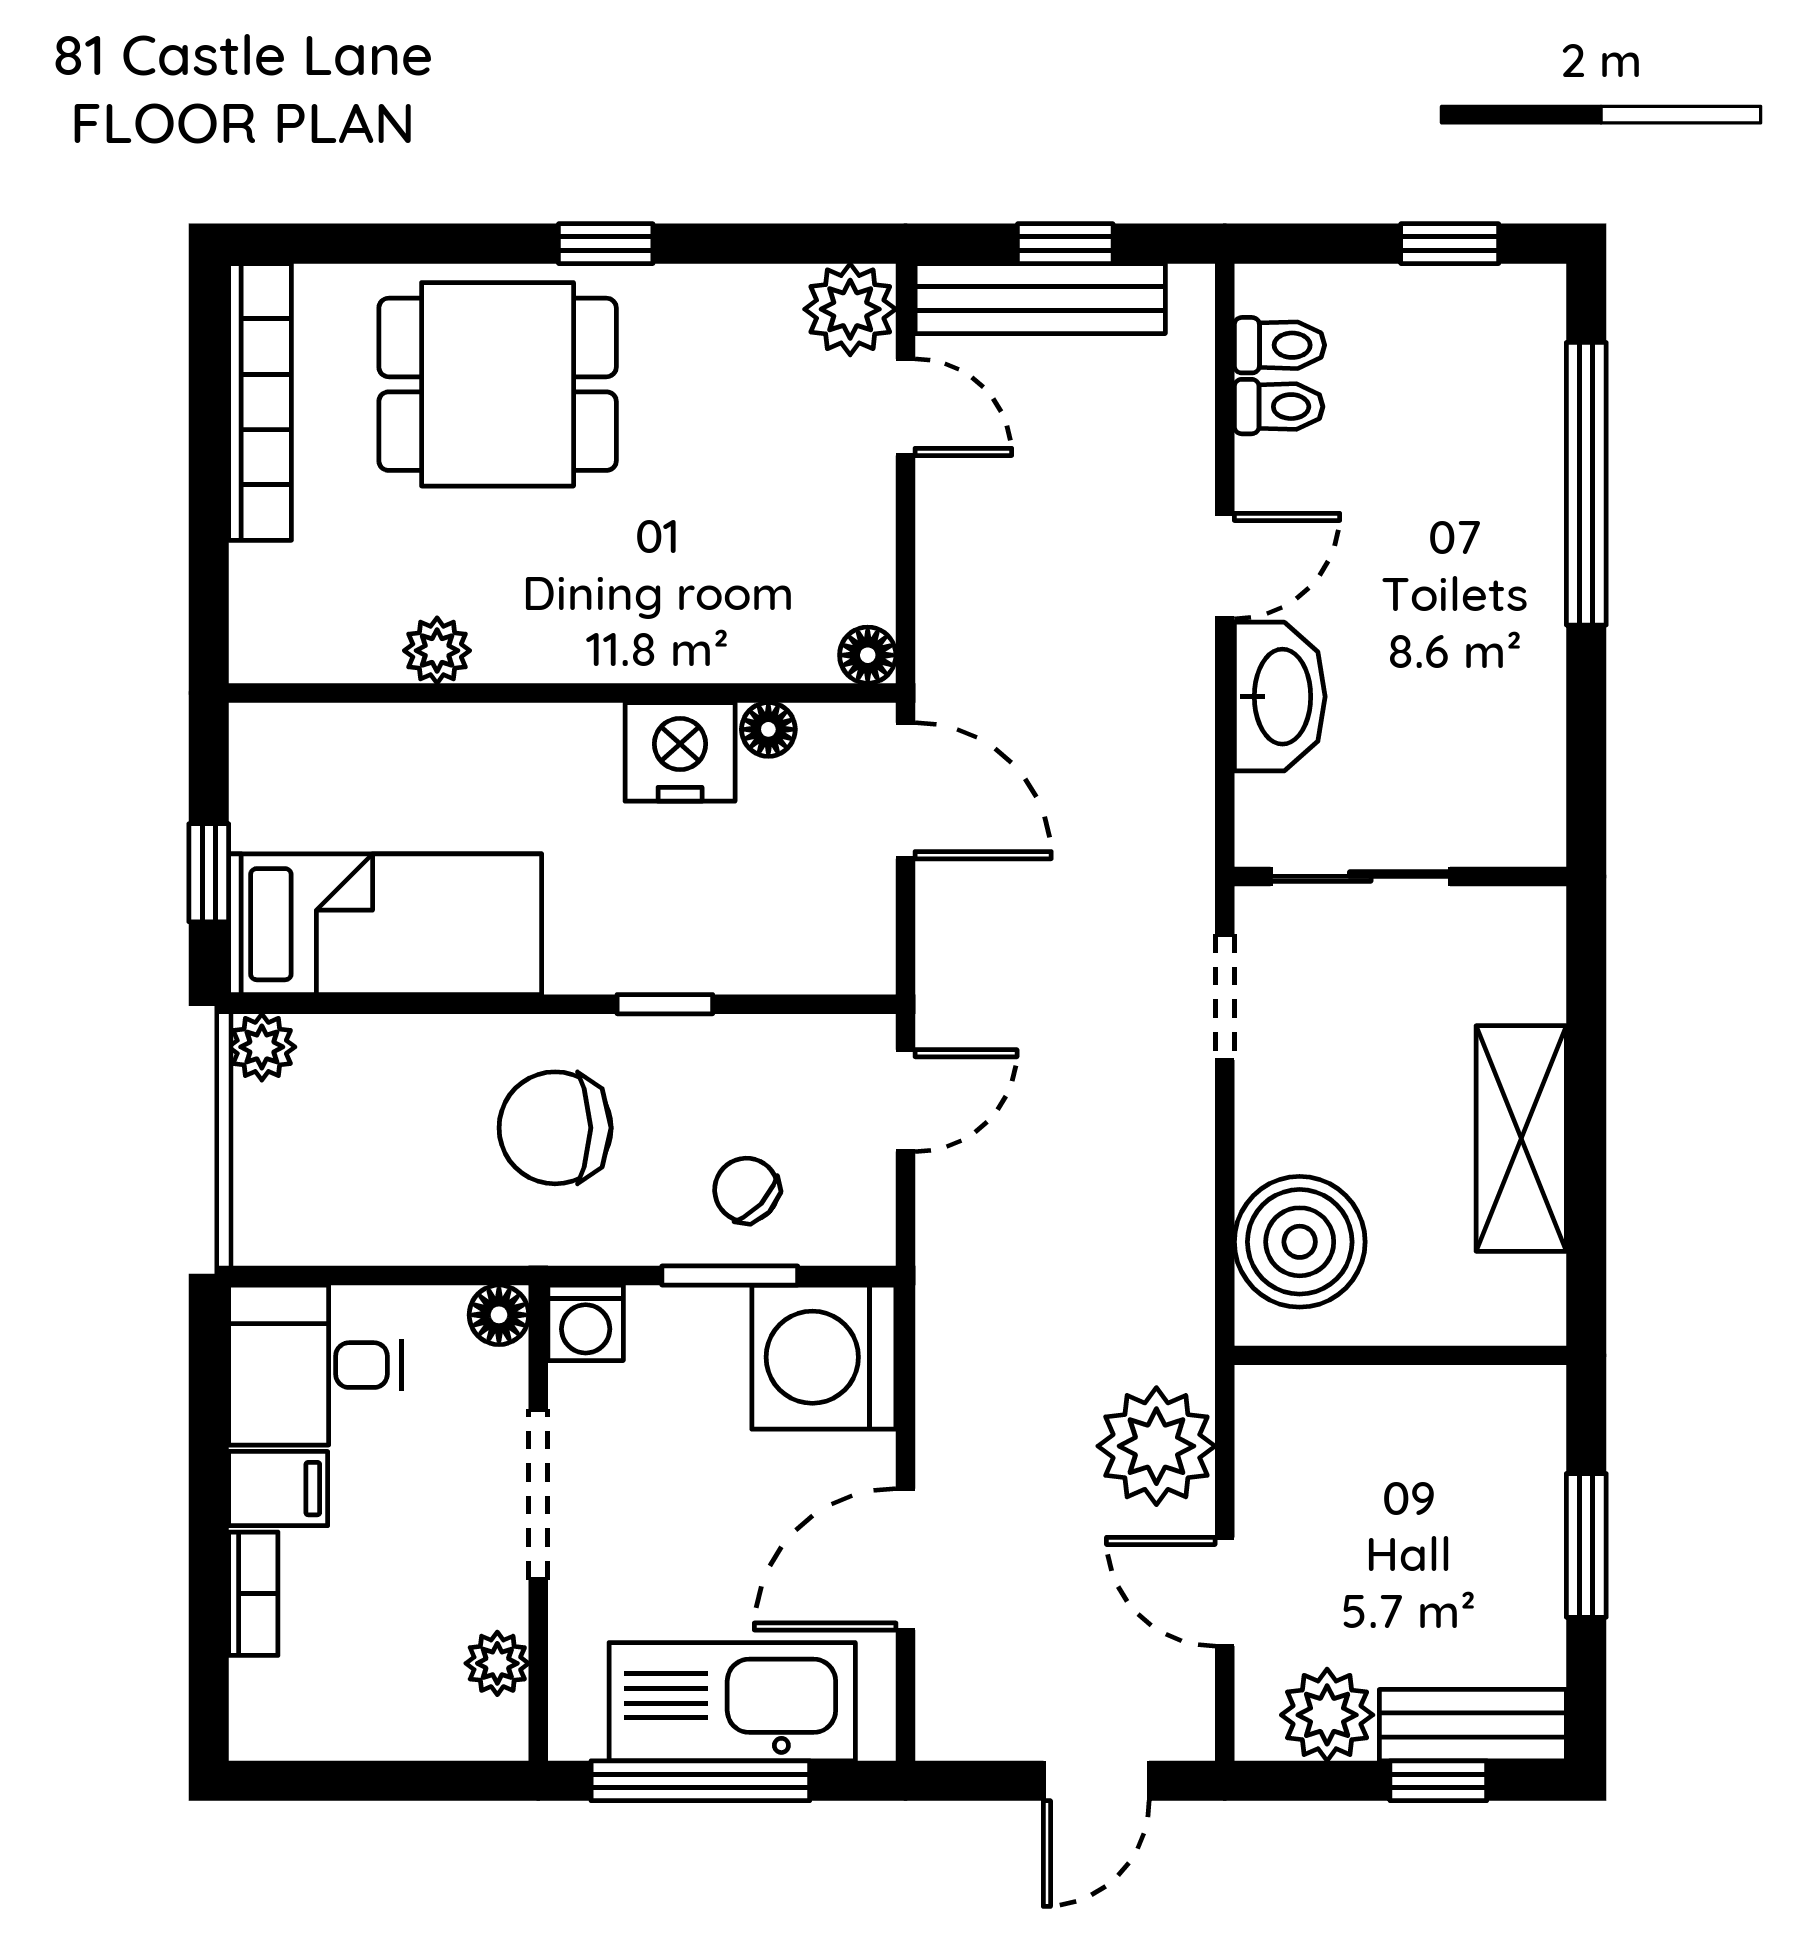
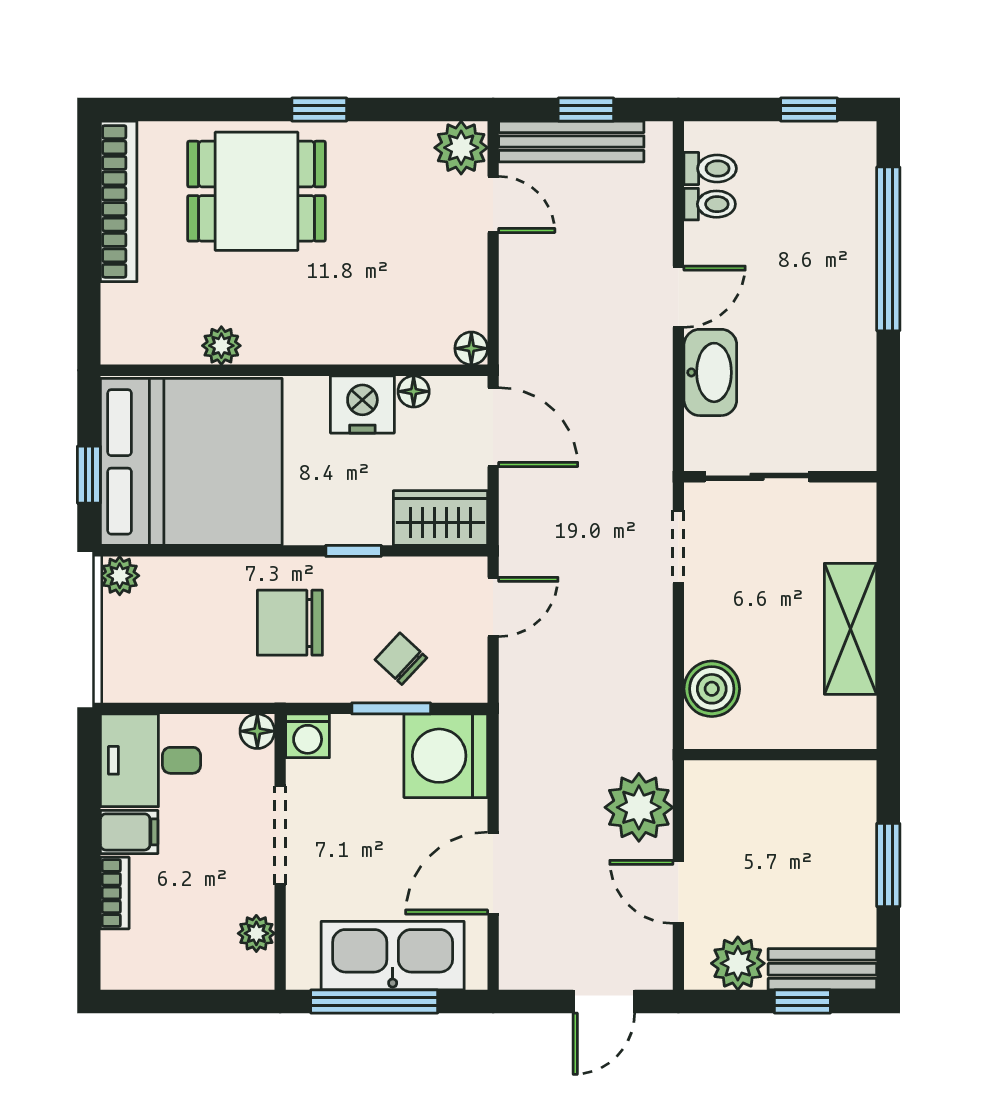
bed: (385, 924) -> (191, 462), width x2.04
wardrobe: (815, 947) -> (440, 518), added
boiler: (1300, 1242) -> (712, 689), width x0.73, depth x0.73

